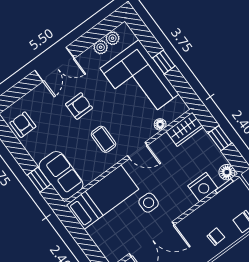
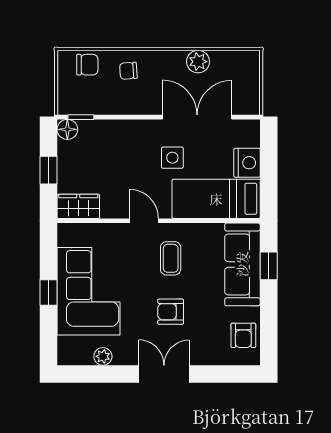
plant: (113, 38) -> (84, 357), removed
floor lamp: (160, 124) -> (100, 230), removed
sofa: (61, 175) -> (242, 264), width x1.36
nightstand: (203, 187) -> (247, 163), moved, turned 90

